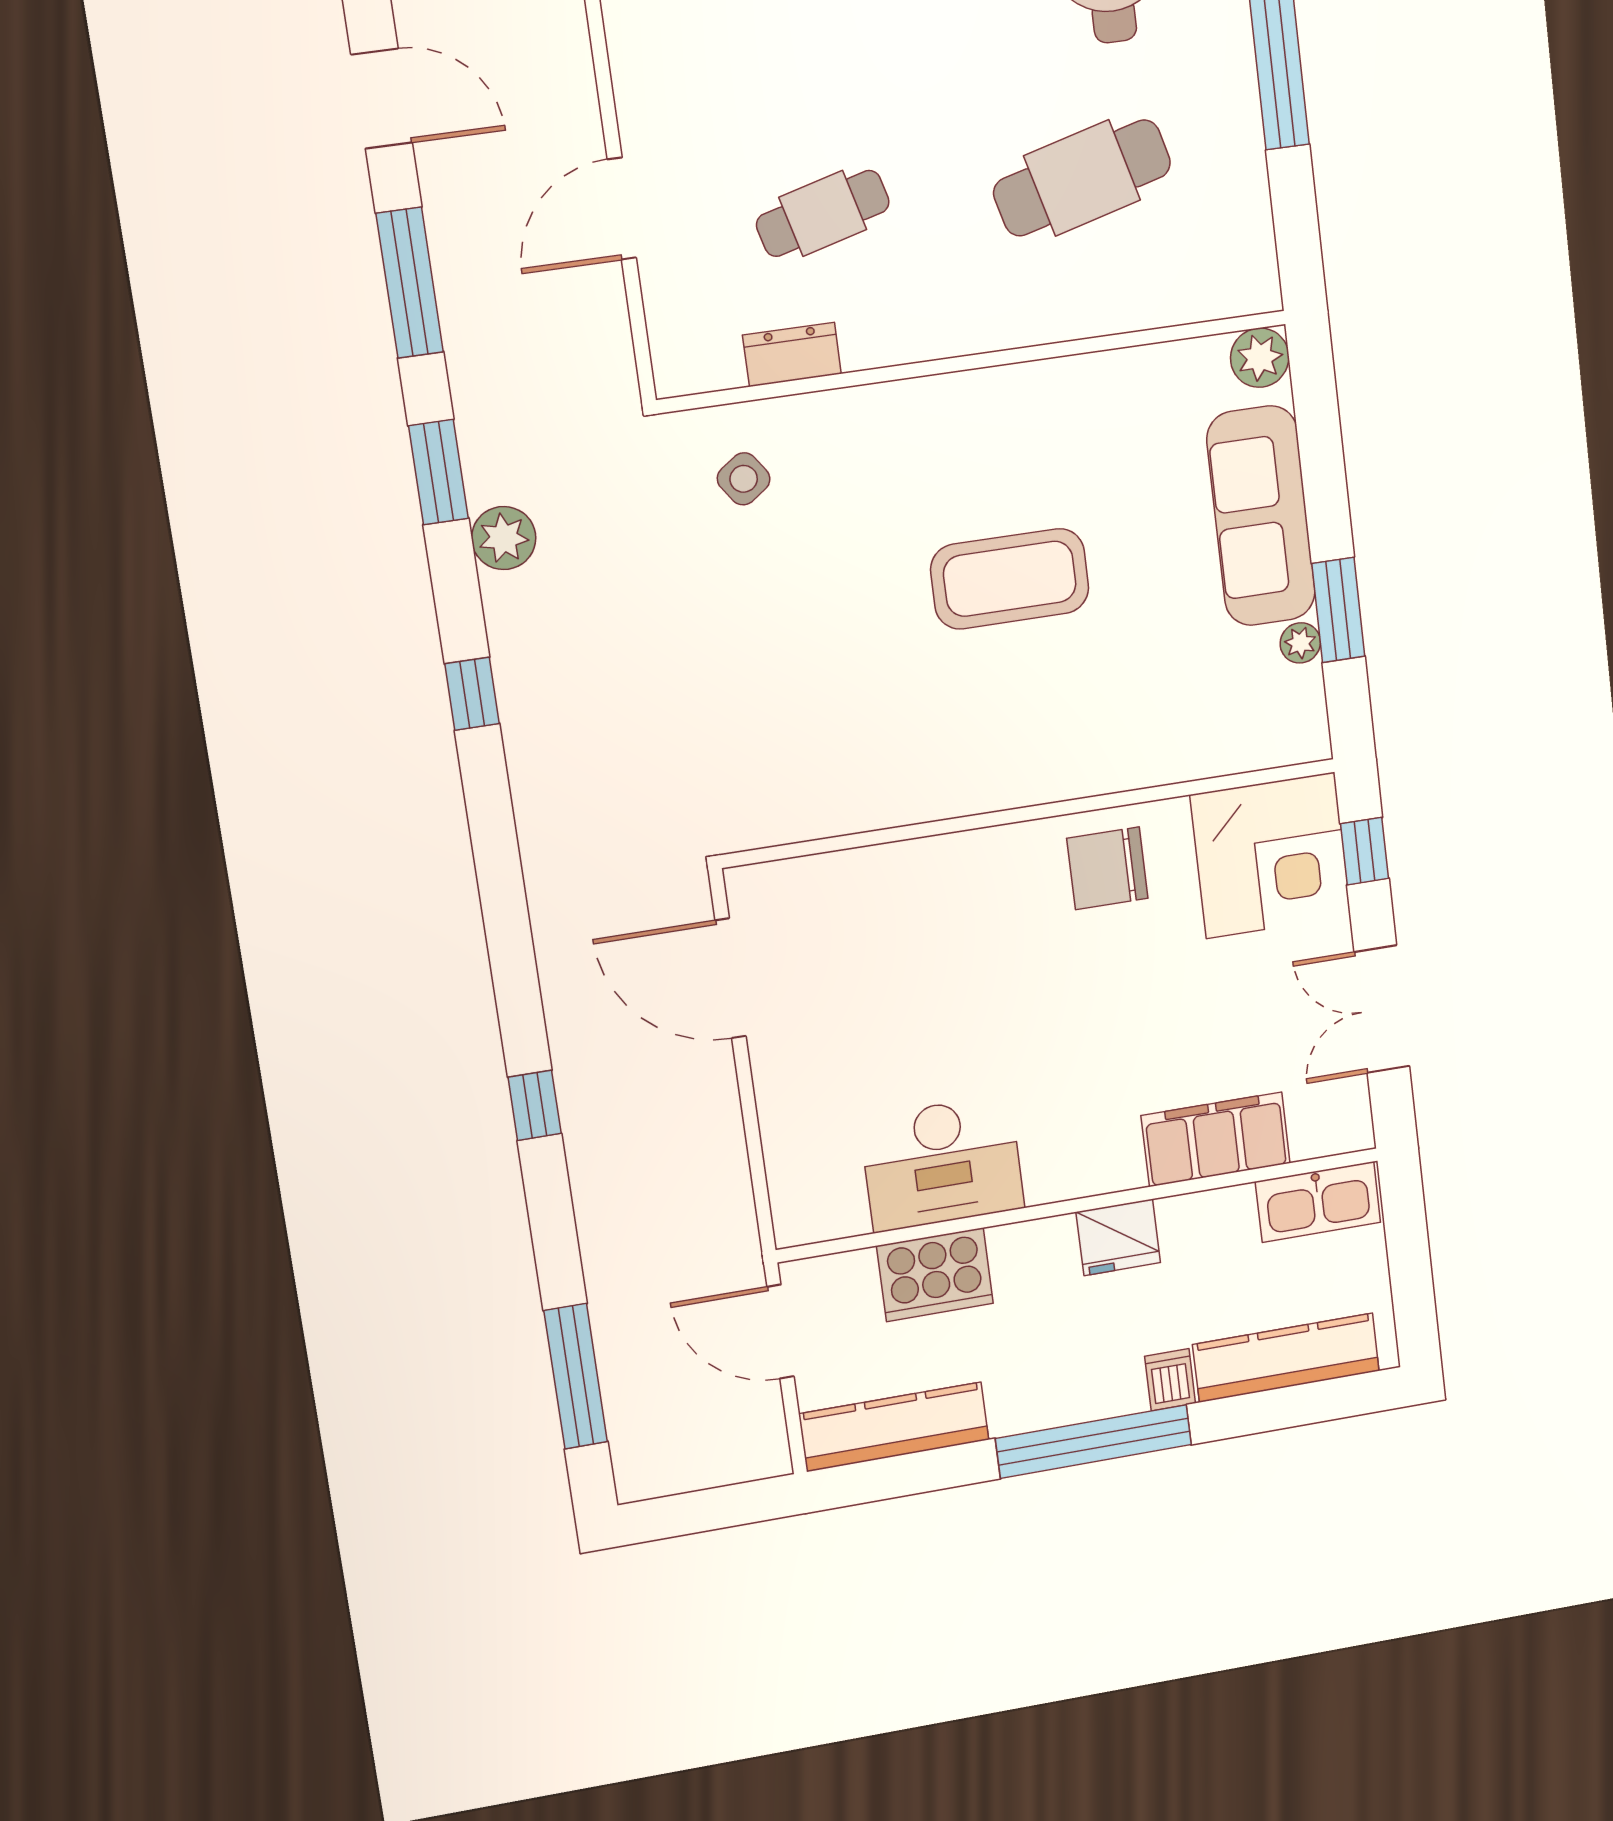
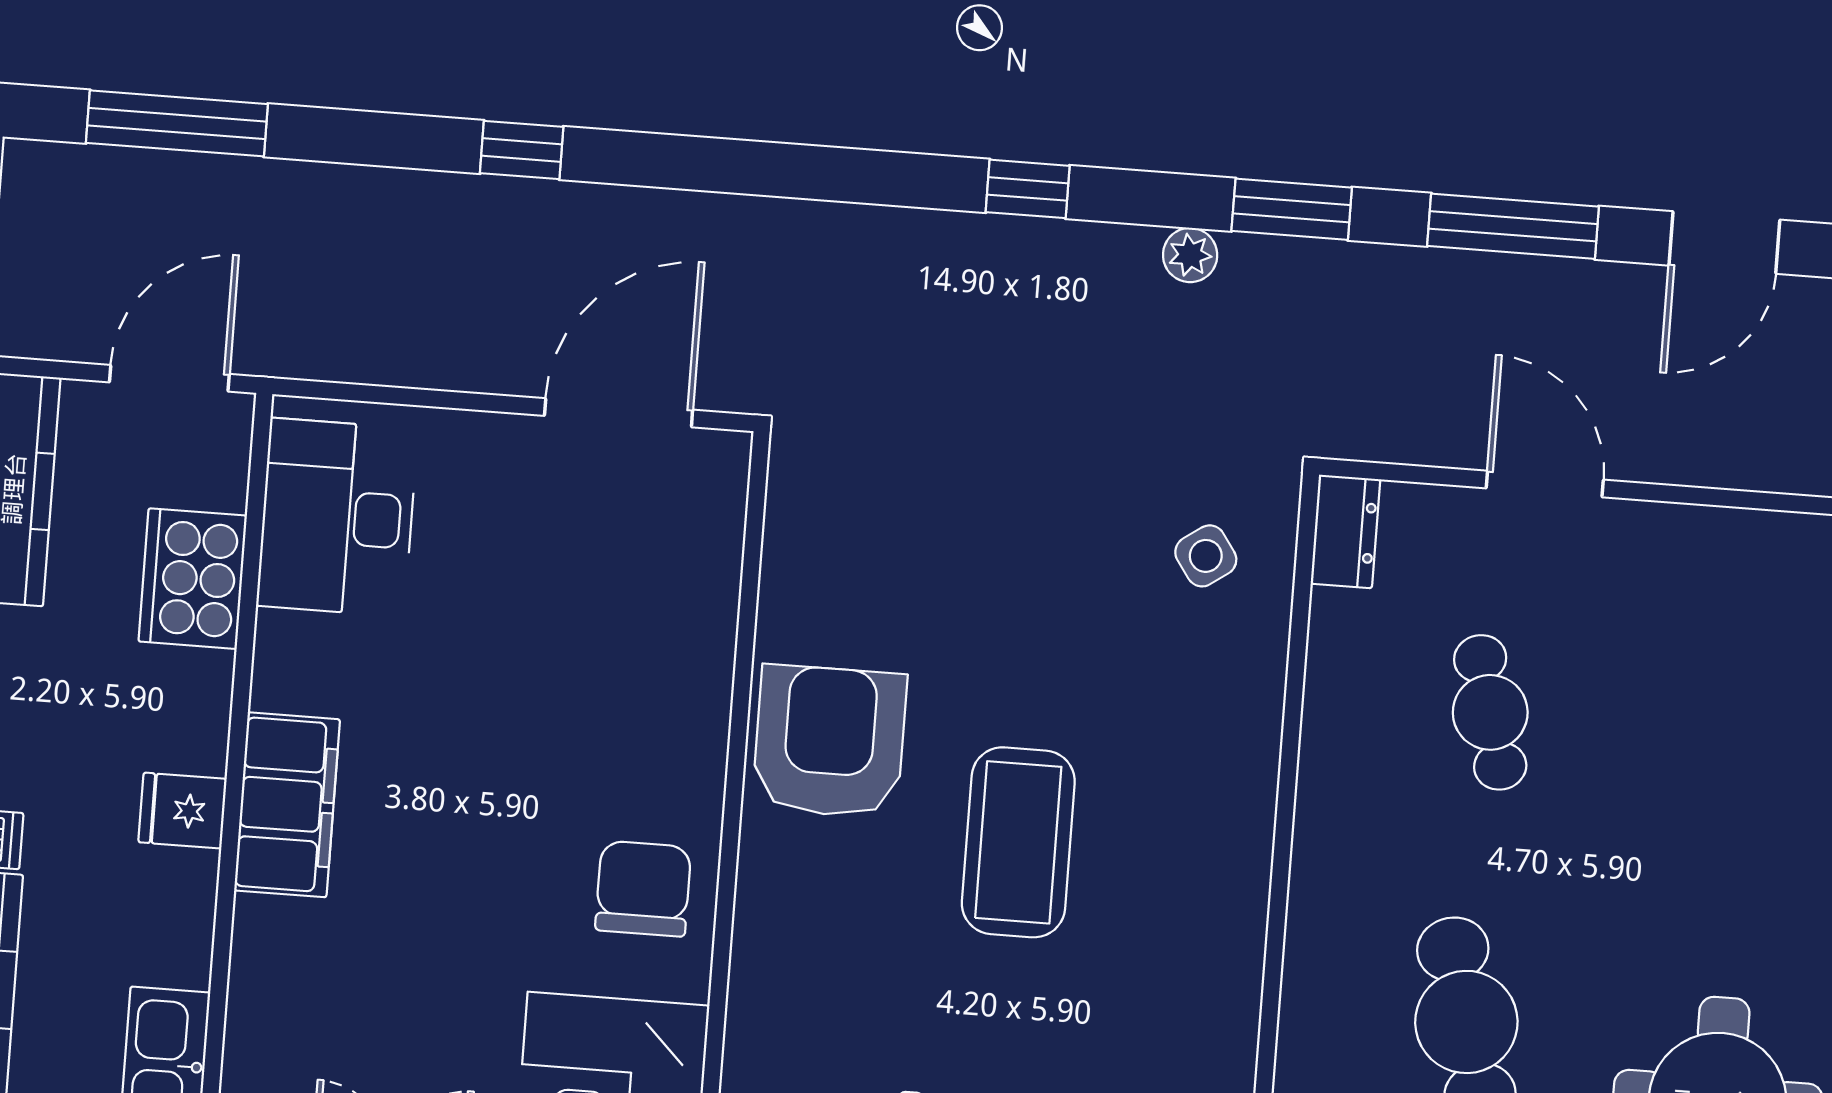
dresser: (792, 354) -> (1345, 531), moved
plant: (504, 538) -> (1190, 255), width x0.73, depth x0.73
armchair: (960, 749) -> (830, 742), added
filing cabinet: (1216, 1139) -> (287, 805), moved
desk: (942, 1163) -> (337, 517), moved
fridge: (1118, 1237) -> (183, 811), width x0.72

